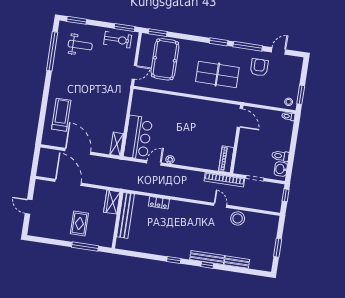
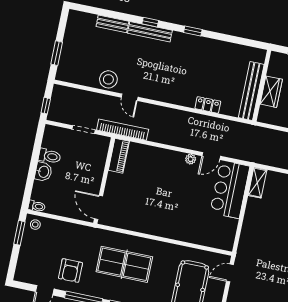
washbasin: (281, 169) -> (43, 172), moved
wardrobe: (112, 202) -> (271, 92), moved
window: (278, 248) -> (57, 53), moved

